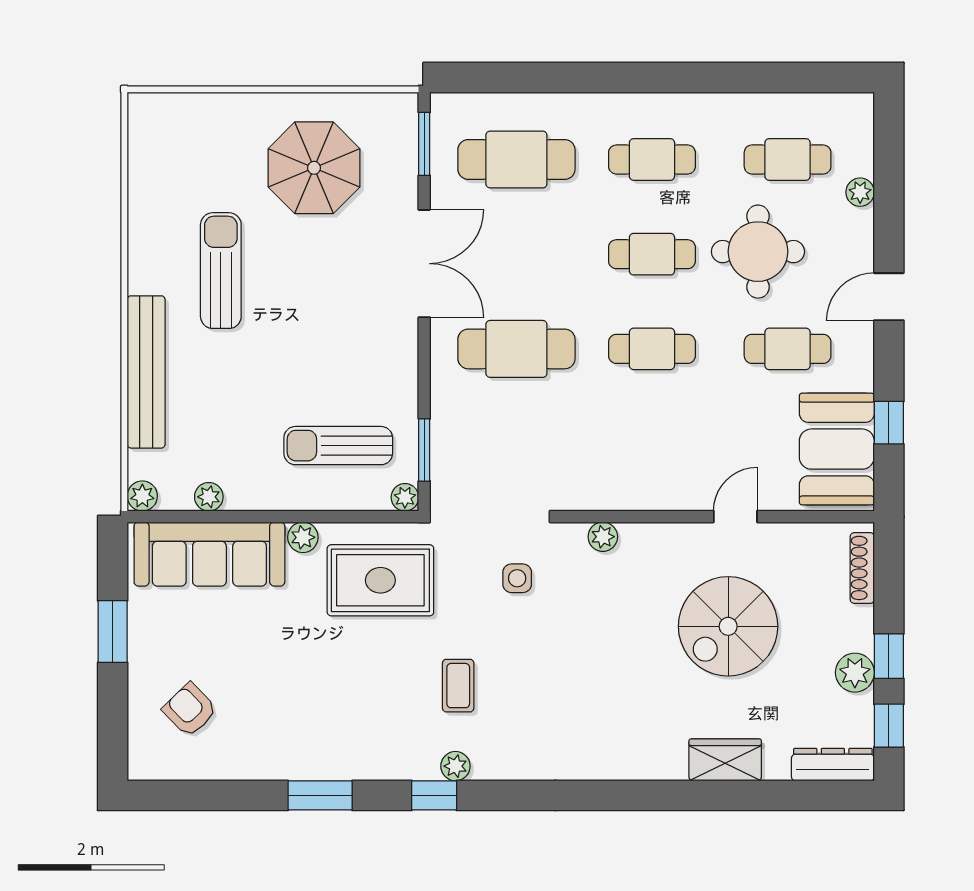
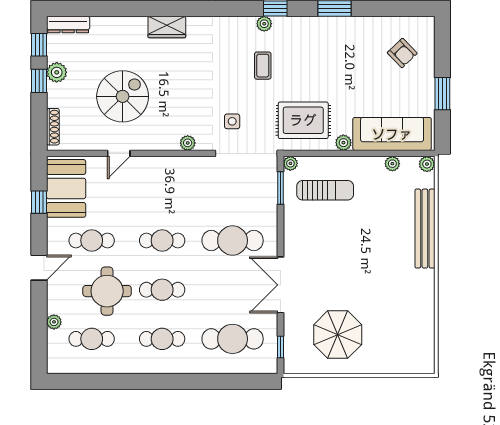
window: (424, 144) -> (280, 347), width x0.67
sun lounger: (221, 271) -> (386, 281), removed
wardrobe: (725, 760) -> (167, 27), moved

